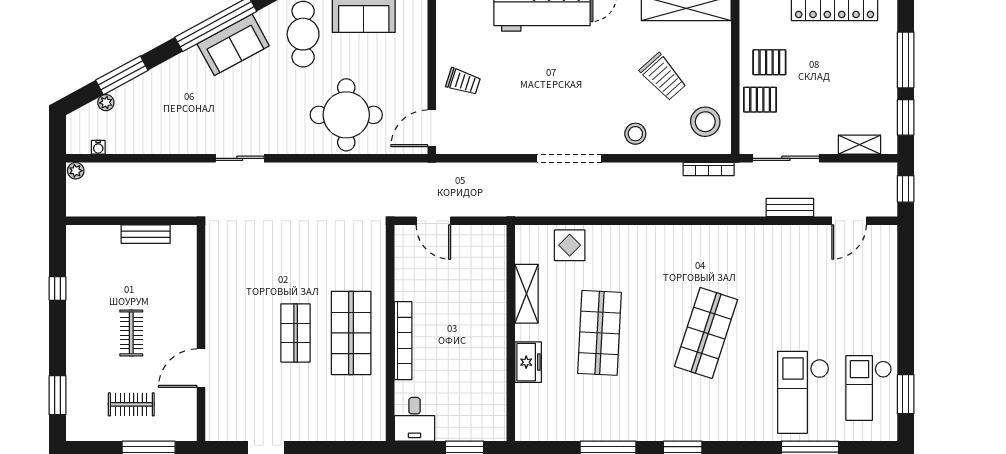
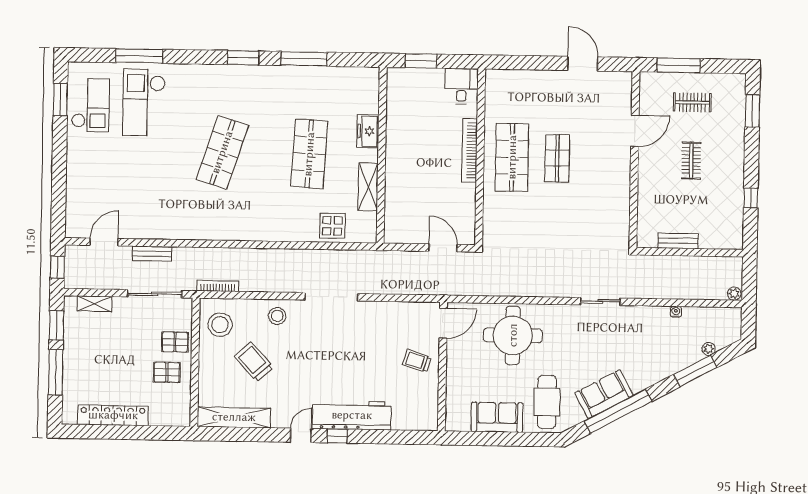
water cooler: (98, 147) -> (676, 312), moved
checkout: (803, 392) -> (144, 103), turned 180

